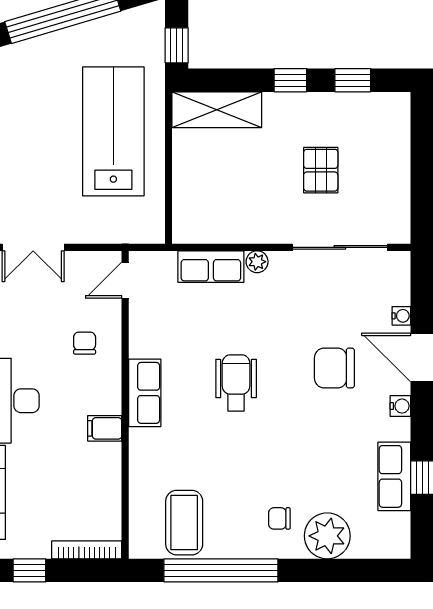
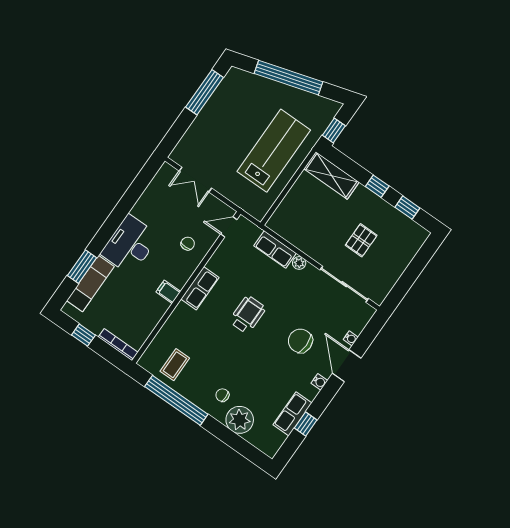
coffee table: (184, 523) -> (175, 365), width x0.73, depth x0.77

